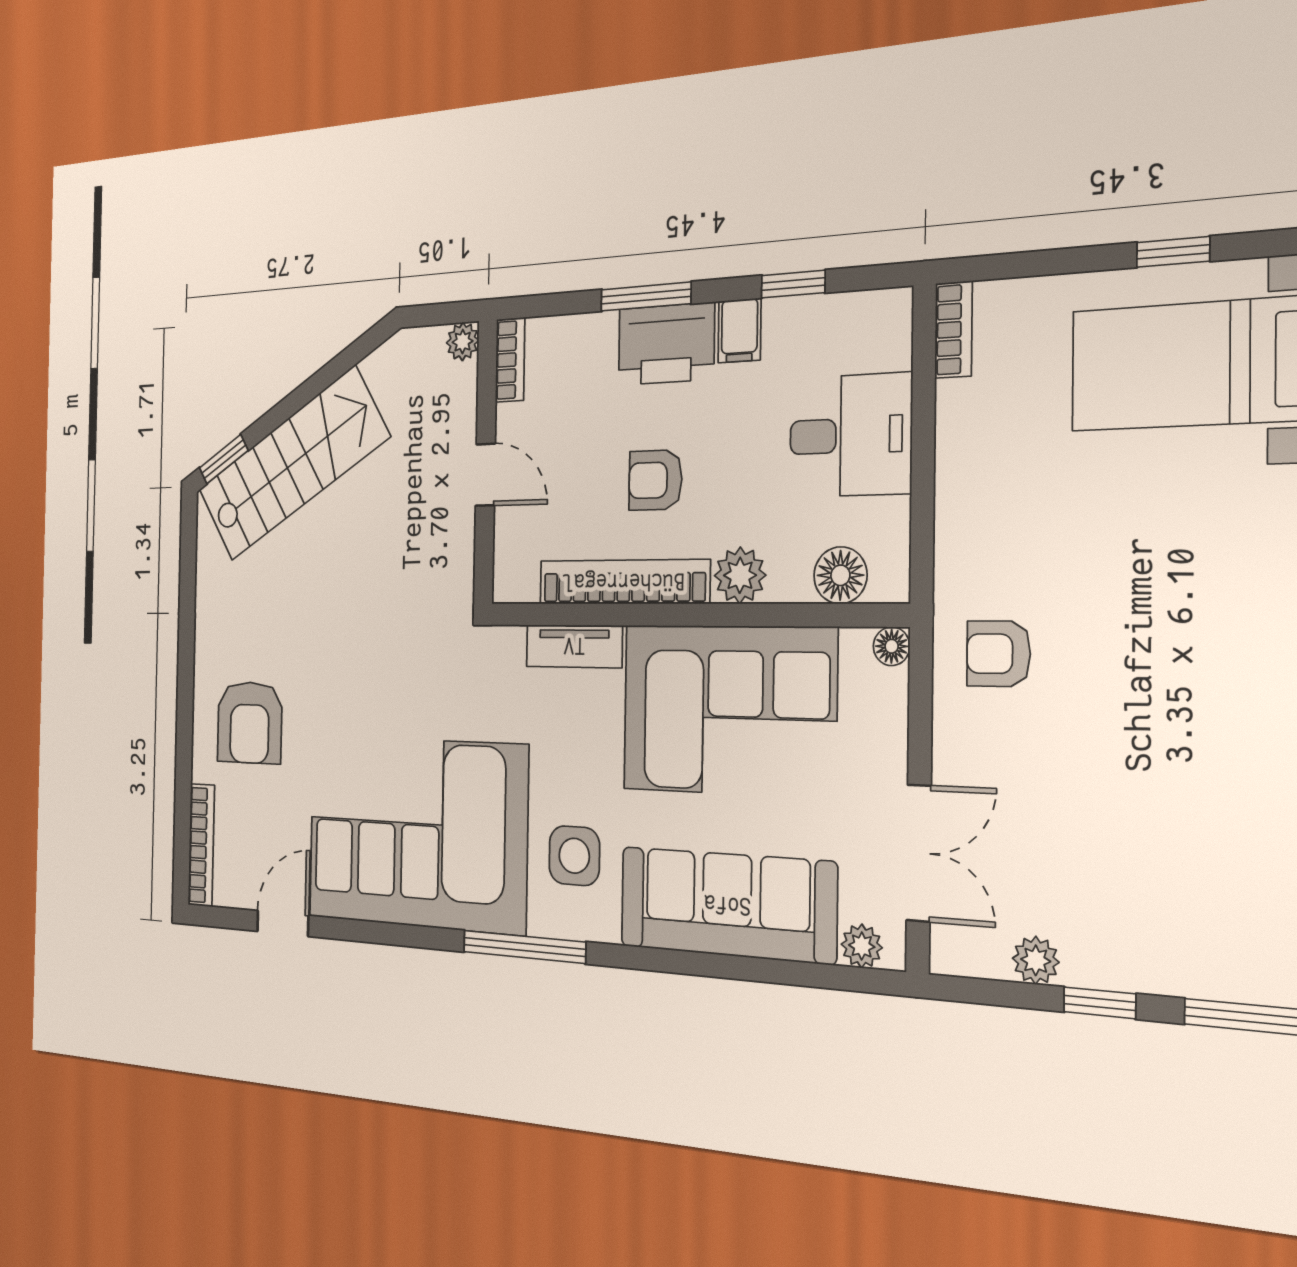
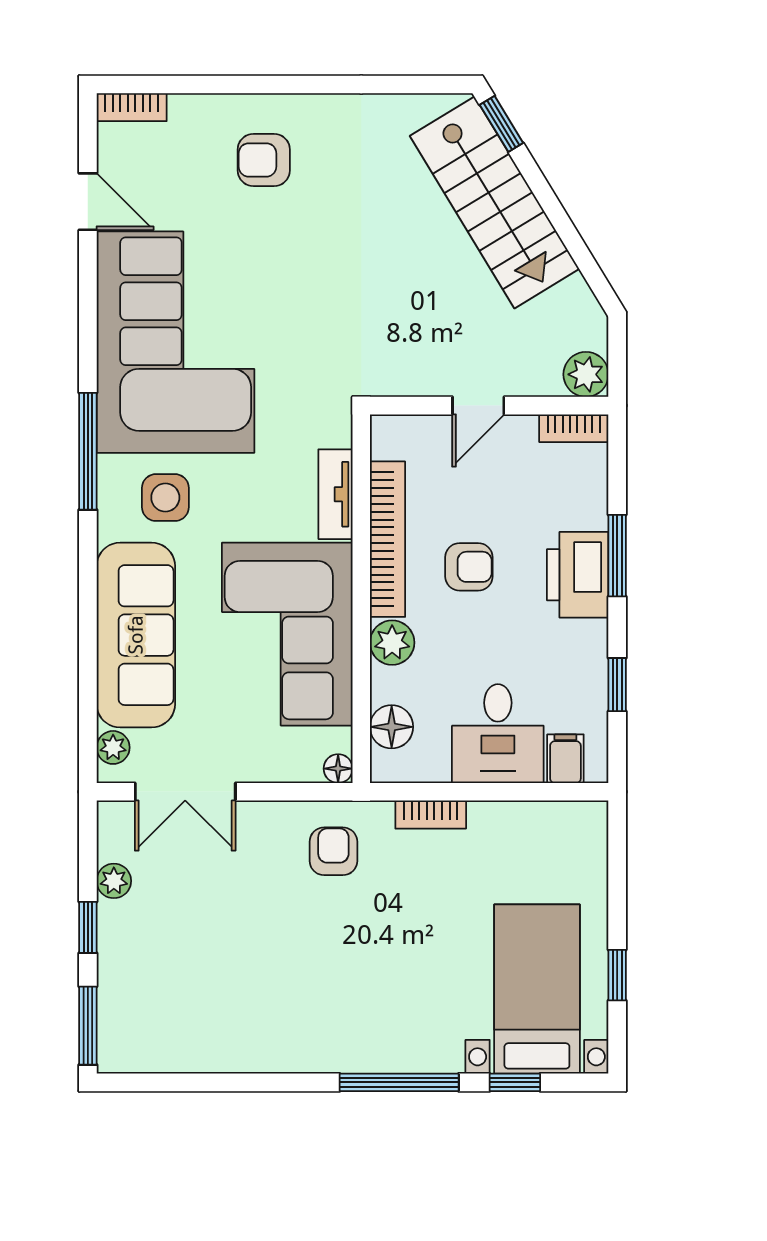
bookcase: (954, 330) -> (431, 815), moved
filing cabinet: (739, 331) -> (565, 759), moved, turned 90
plant: (463, 342) -> (586, 374), width x1.38, depth x1.38
armchair: (655, 480) -> (469, 567), turned 90
armchair: (250, 723) -> (264, 160), width x0.72, depth x0.72
bookcase: (201, 845) -> (132, 107), width x0.64

